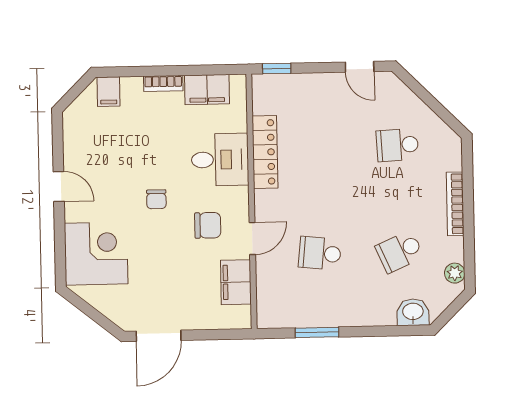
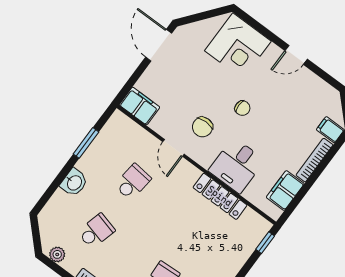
bookcase: (163, 83) -> (314, 160), width x1.56
chair: (156, 199) -> (242, 108), turned 180
school desk: (400, 252) -> (96, 231), turned 39
filing cabinet: (236, 282) -> (139, 106), moved
washbasin: (413, 312) -> (74, 183), moved

